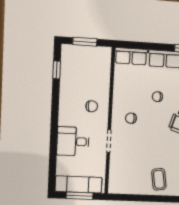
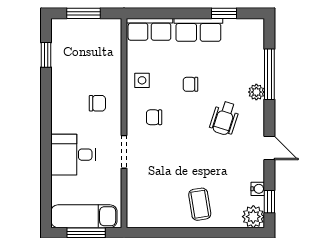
side table: (124, 92) -> (142, 80), added

